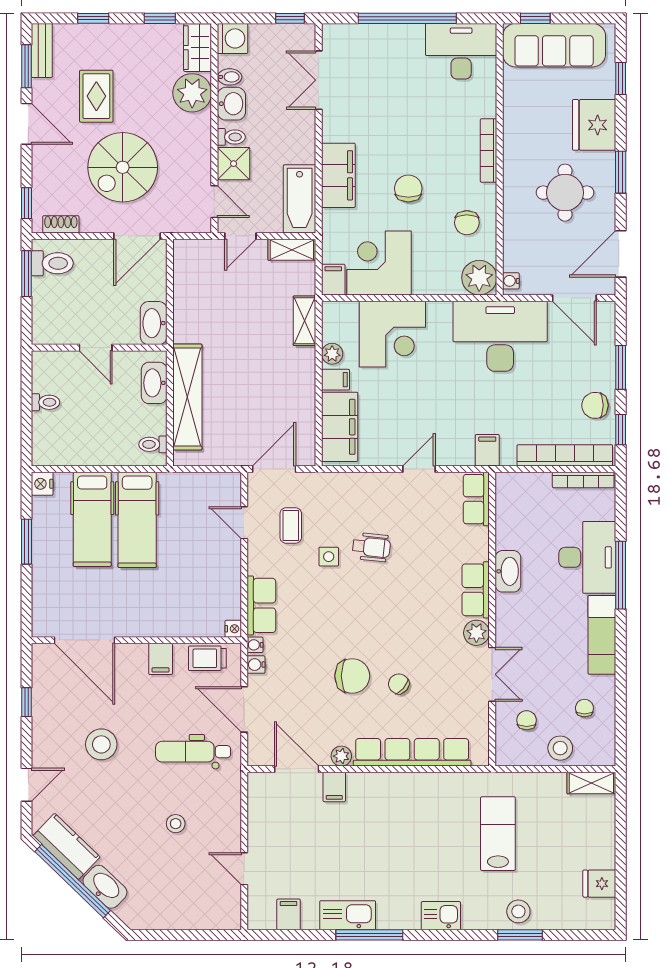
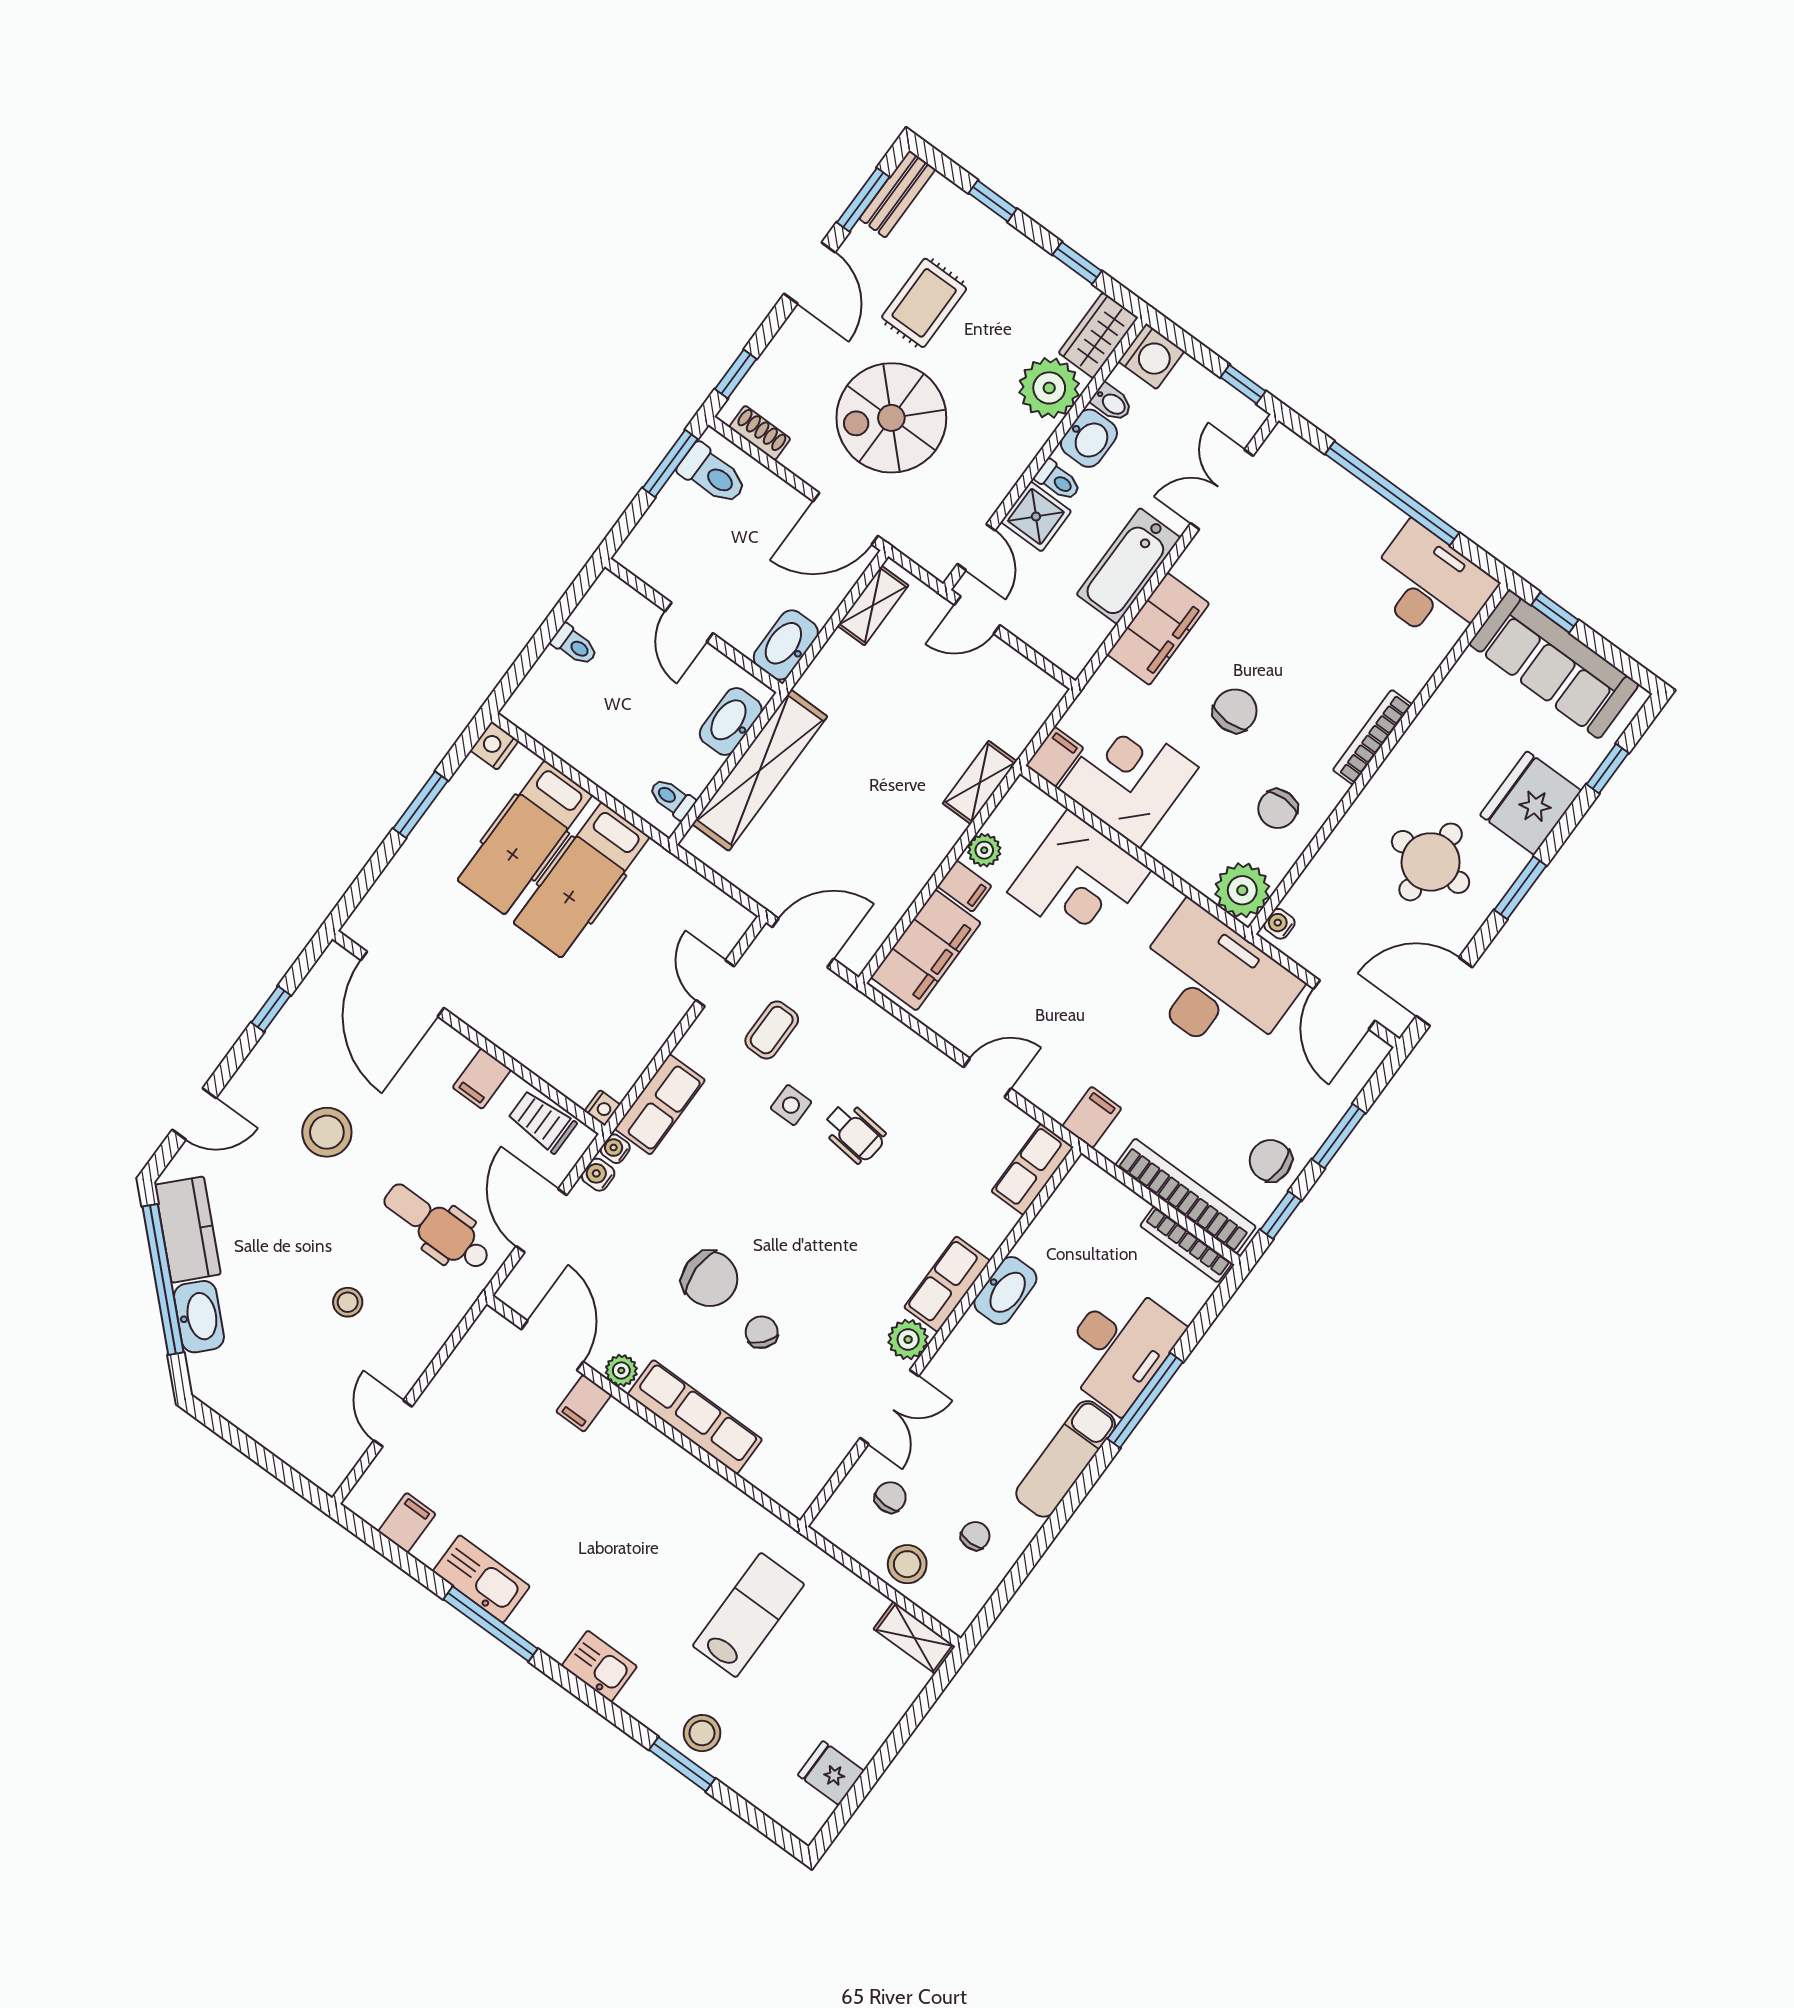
bathtub: (300, 199) -> (1129, 566), moved
shelving: (292, 250) -> (873, 606), moved, turned 90
row of seats: (412, 752) -> (695, 1417), width x0.73

